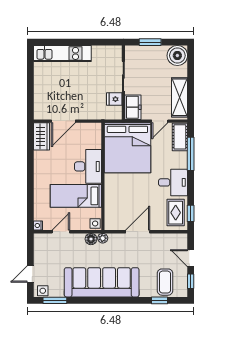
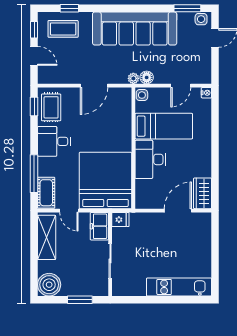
fridge: (114, 99) -> (120, 220), moved
door: (160, 121) -> (69, 211), swing flipped
coffee table: (165, 282) -> (63, 29), turned 90

